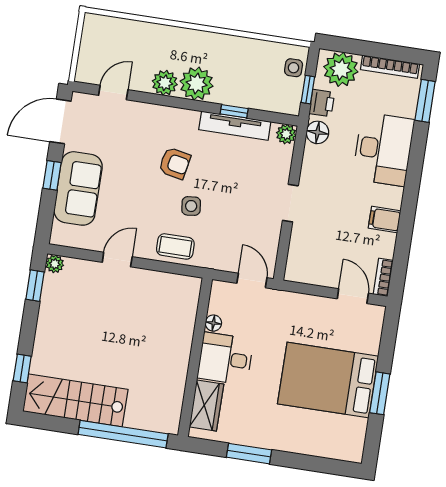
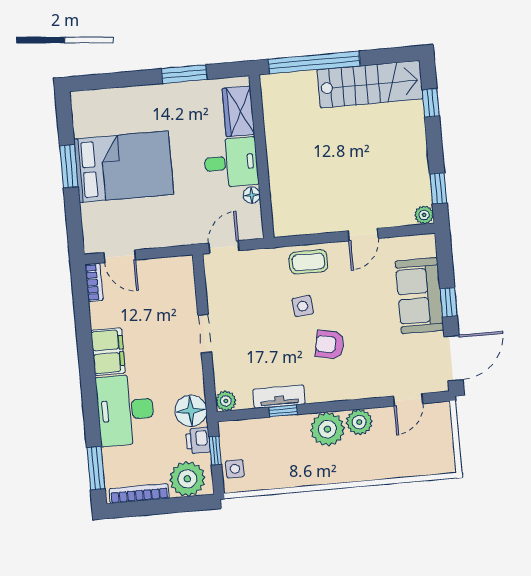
tv unit: (235, 126) -> (279, 397), width x0.71
floor lamp: (317, 132) -> (191, 411), width x1.38, depth x1.38
filing cabinet: (385, 220) -> (108, 352), width x2.00
door: (252, 280) -> (224, 247), swing flipped

